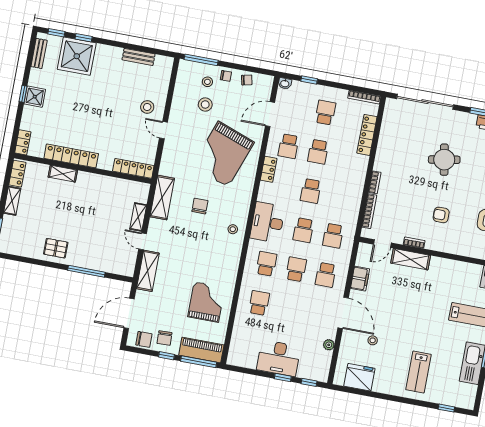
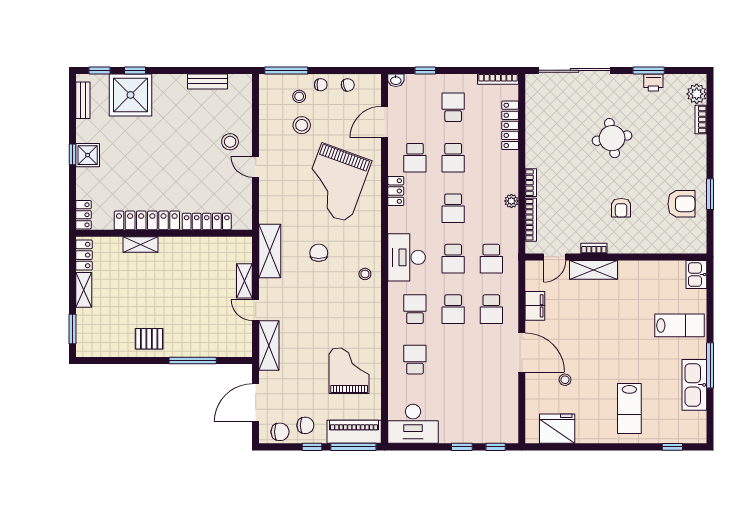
locker: (133, 168) -> (207, 222), moved
armchair: (441, 215) -> (621, 208), turned -90
school desk: (296, 269) -> (453, 309), turned 180
chair: (164, 338) -> (305, 425), turned -88
plant: (329, 345) -> (511, 201), moved
desk: (279, 358) -> (413, 424), moved

